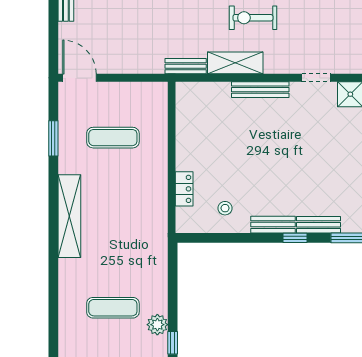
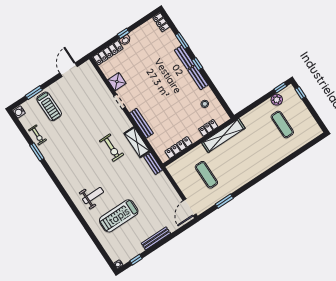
locker: (184, 122) -> (179, 148), added
shelving: (69, 216) -> (223, 135), moved

